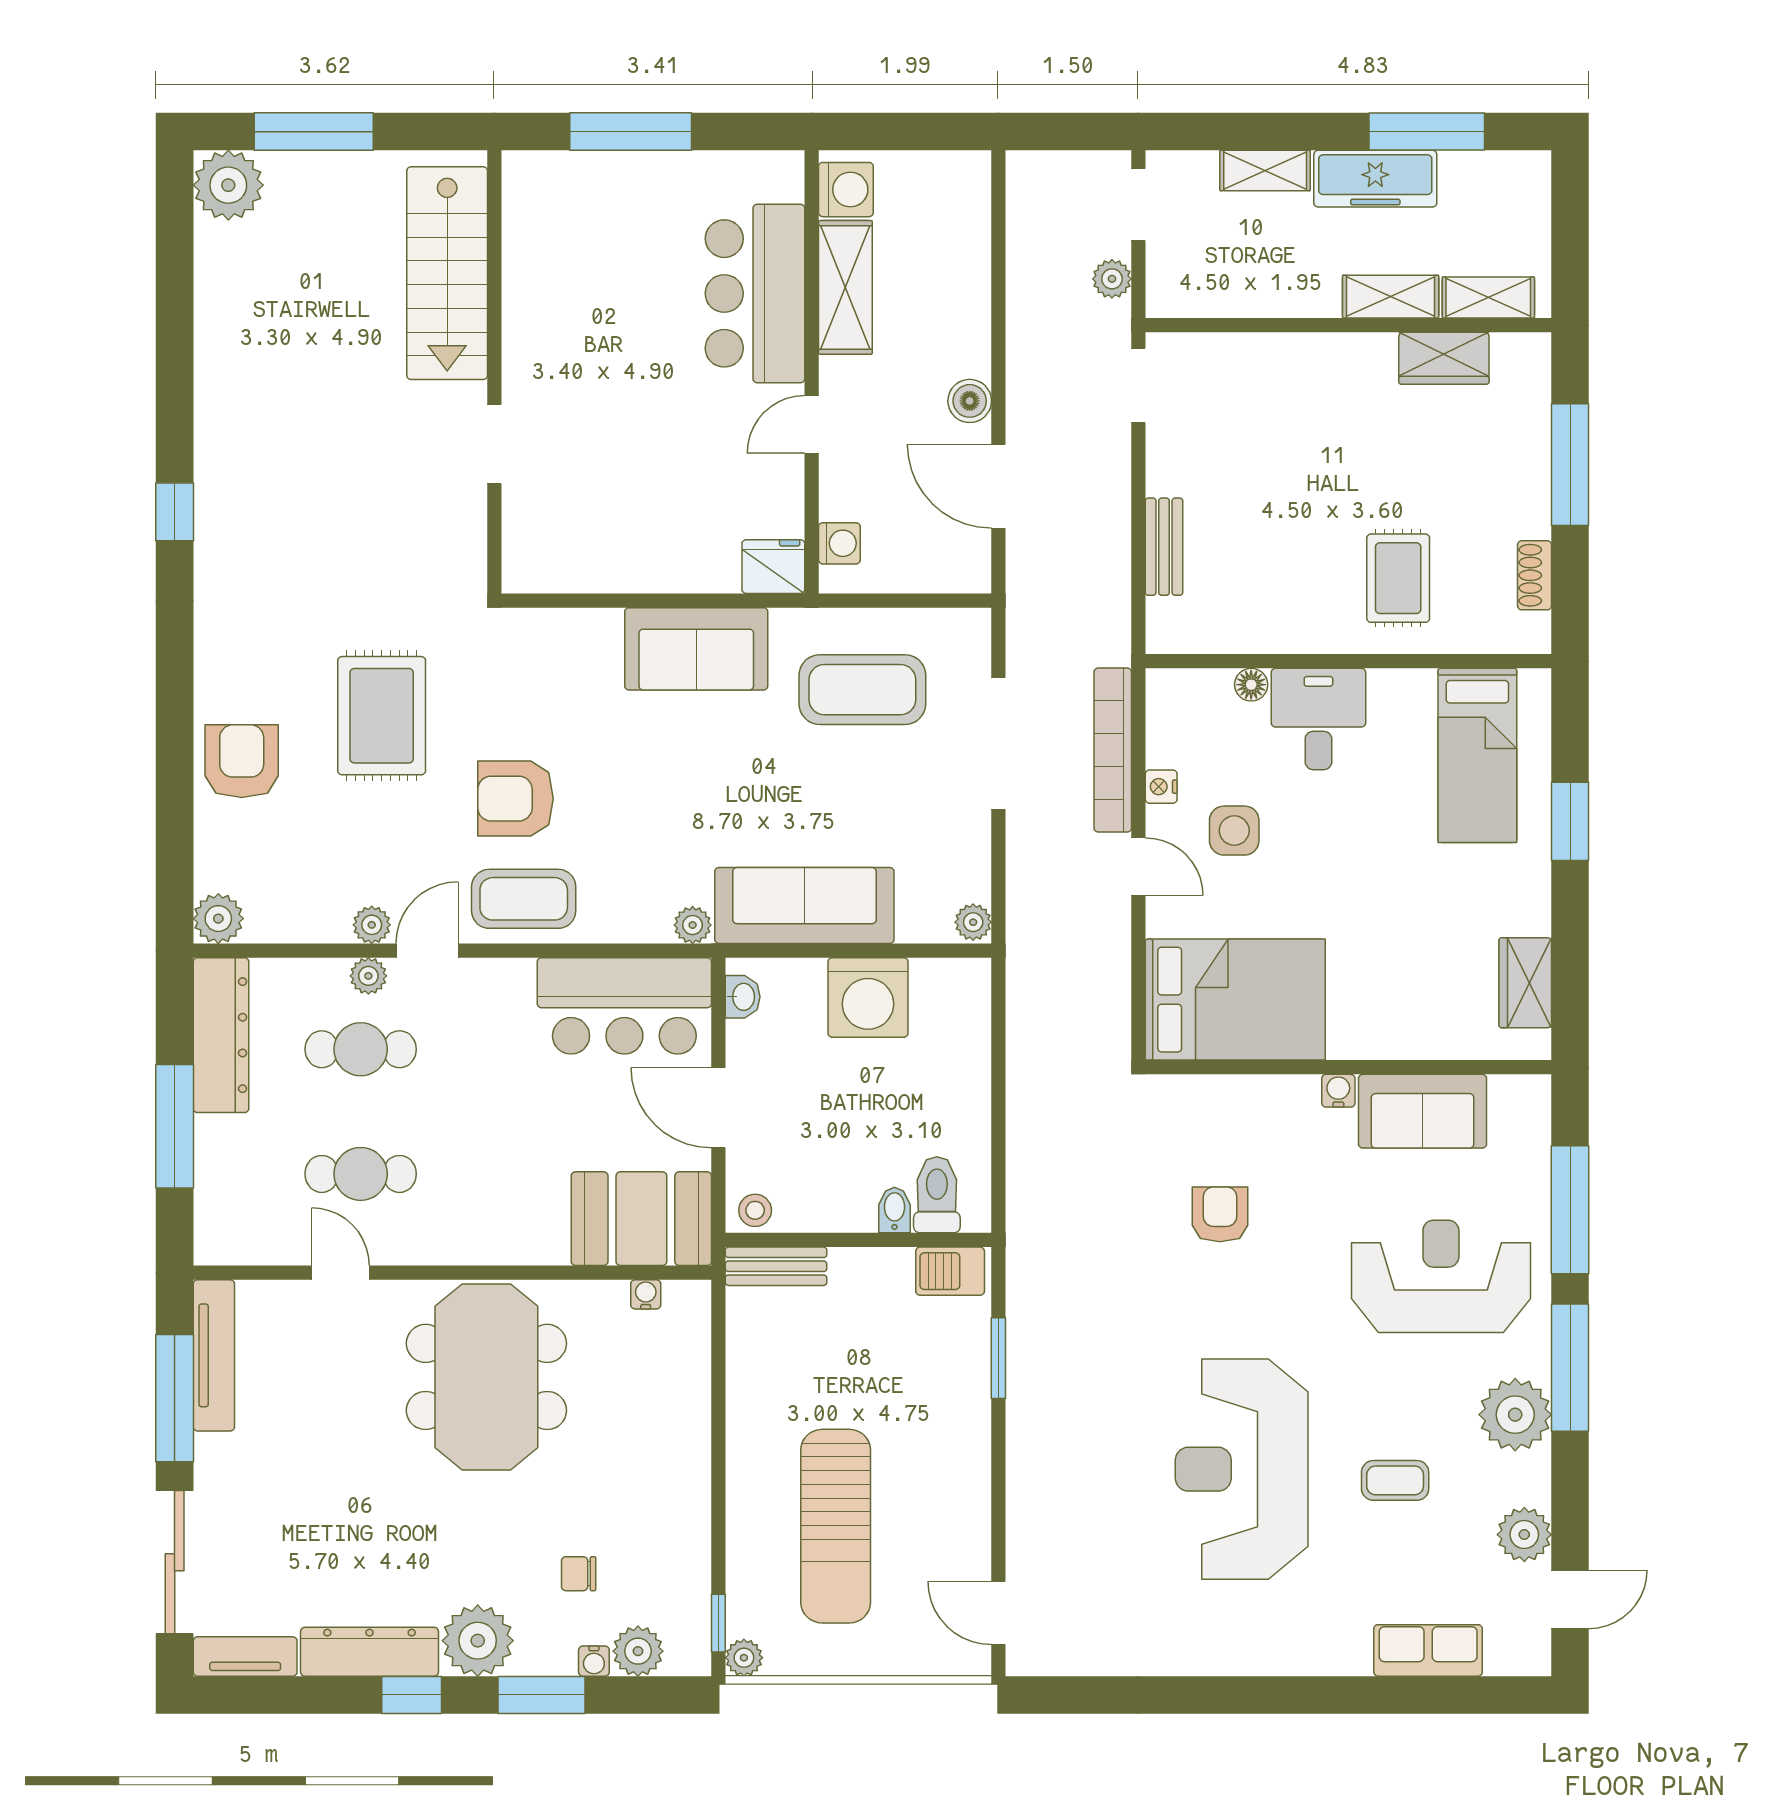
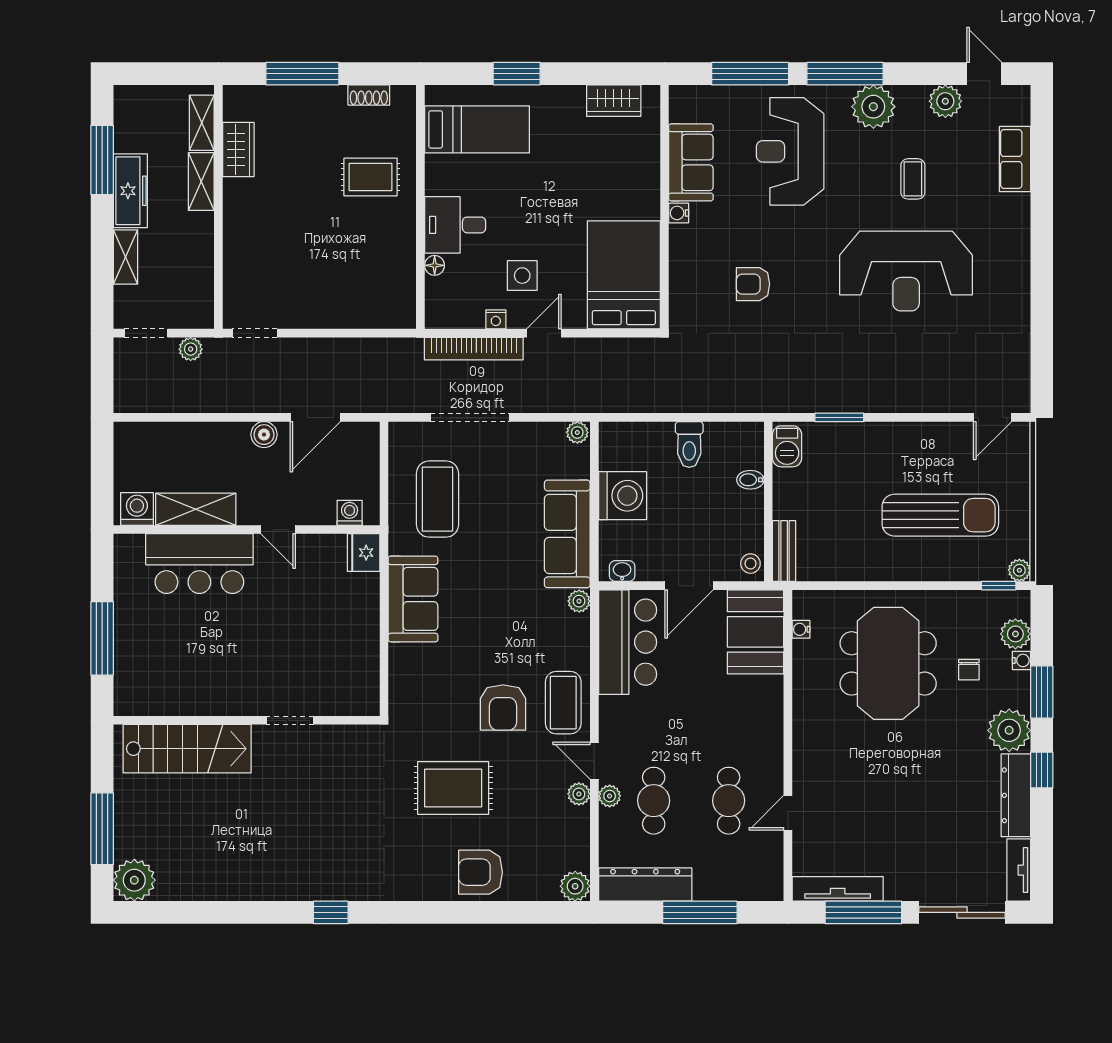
bench: (1164, 547) -> (352, 318), removed
toilet: (937, 1195) -> (689, 444), moved, turned -90
meeting table: (486, 1377) -> (888, 663), moved, turned 90

